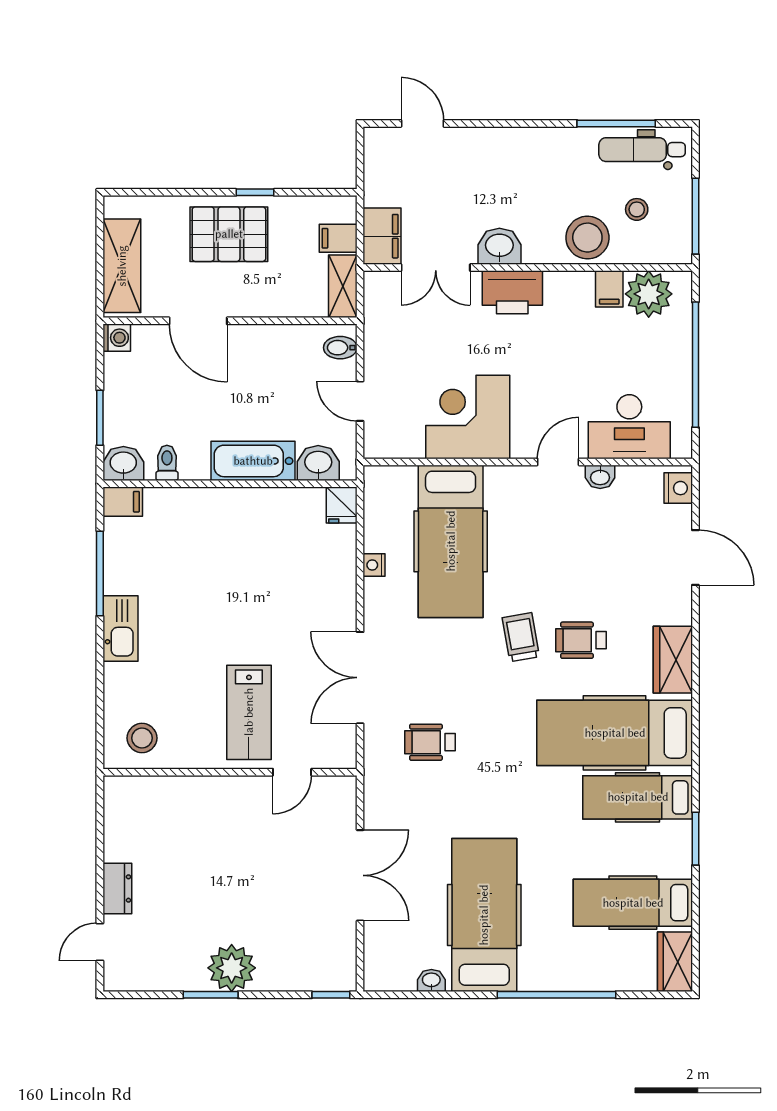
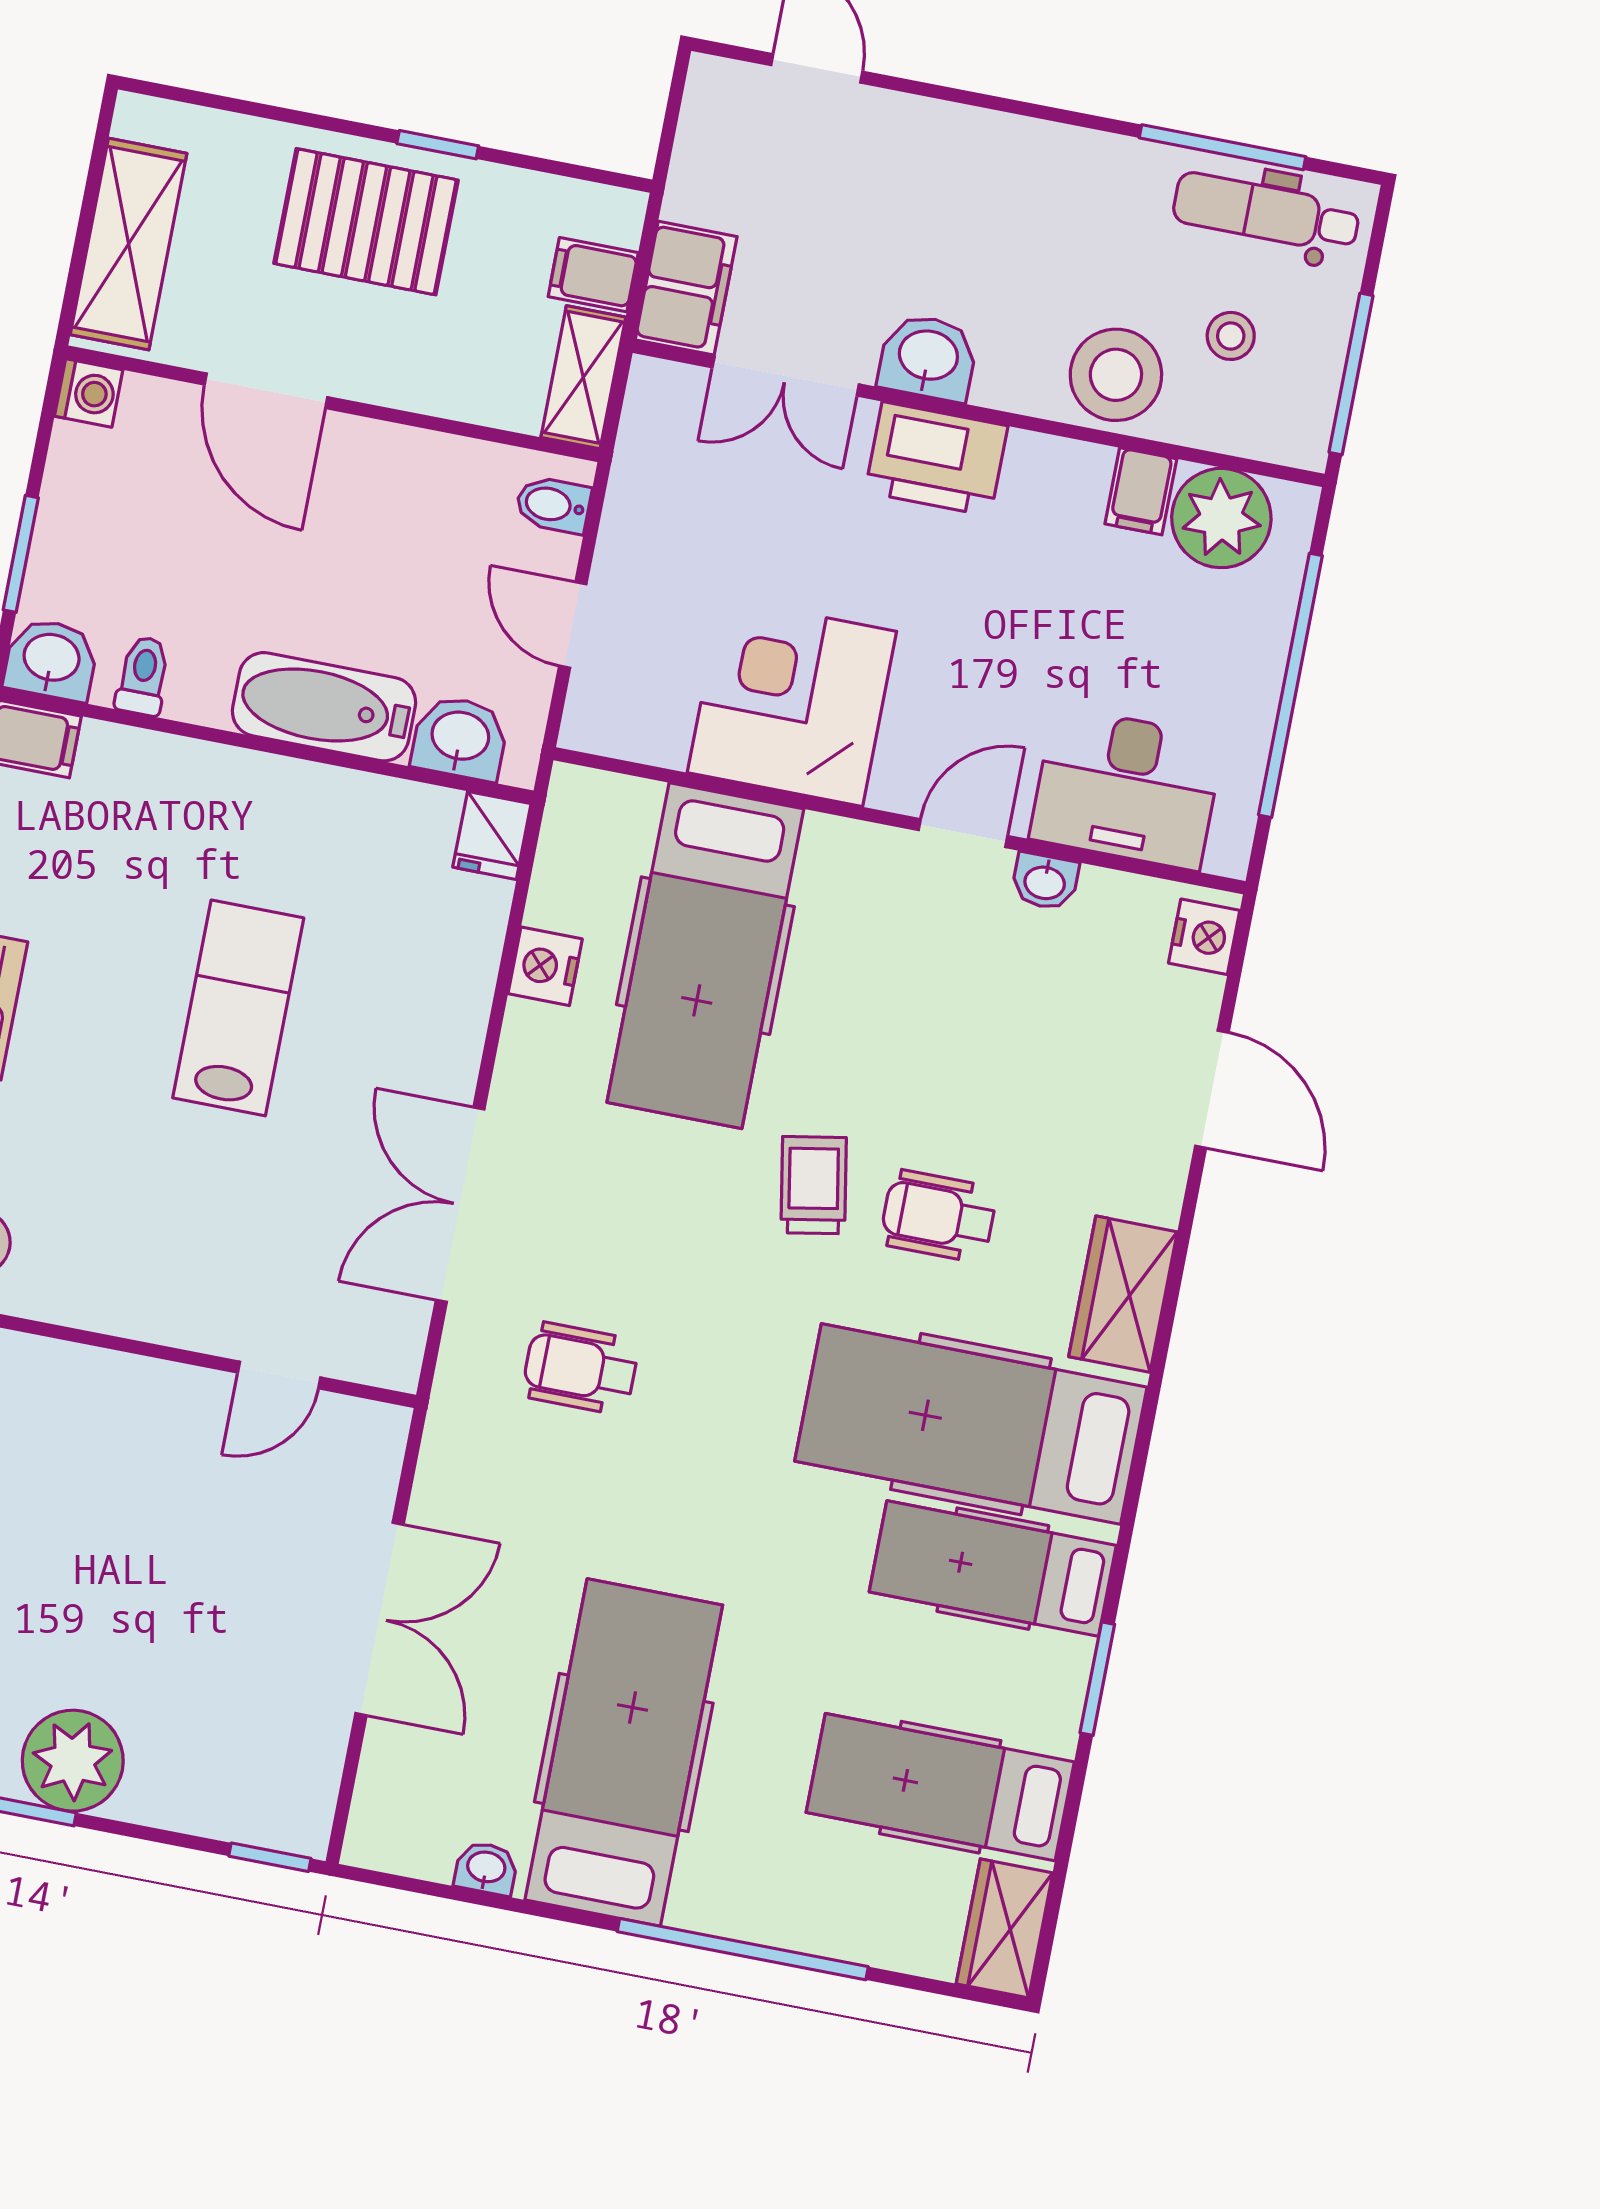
nightstand: (374, 565) -> (545, 966), width x1.39, depth x1.35
lab bench: (249, 712) -> (238, 1008), moved, turned 180

